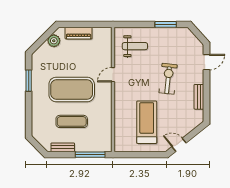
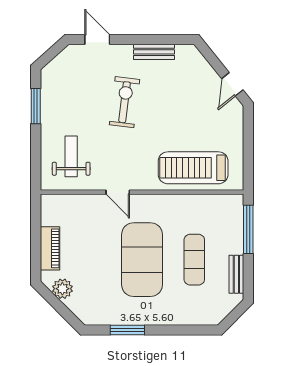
exercise bike: (168, 79) -> (125, 102), turned 91
treadmill: (147, 122) -> (193, 168), moved

